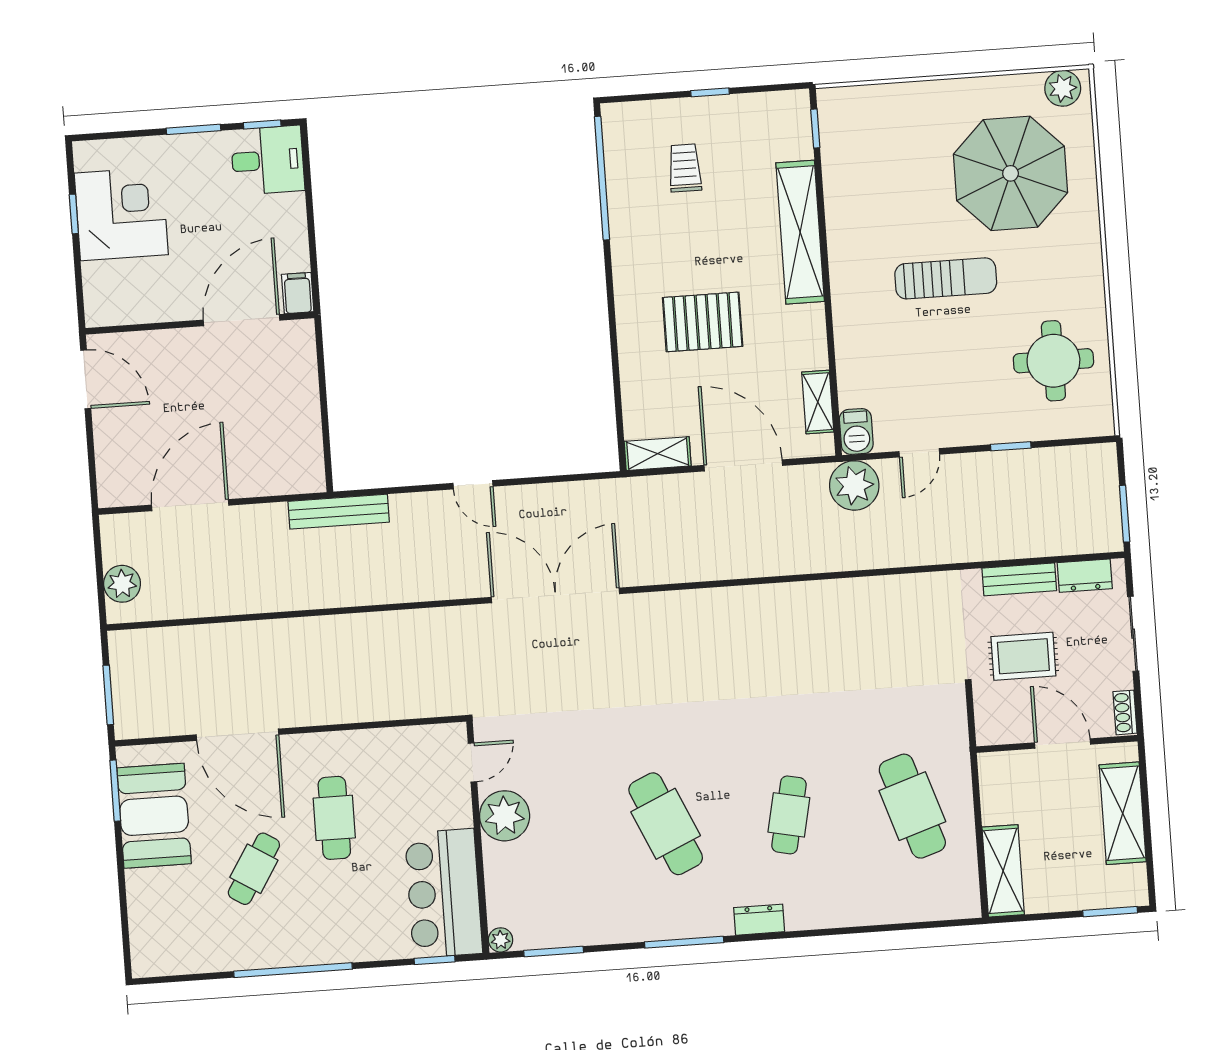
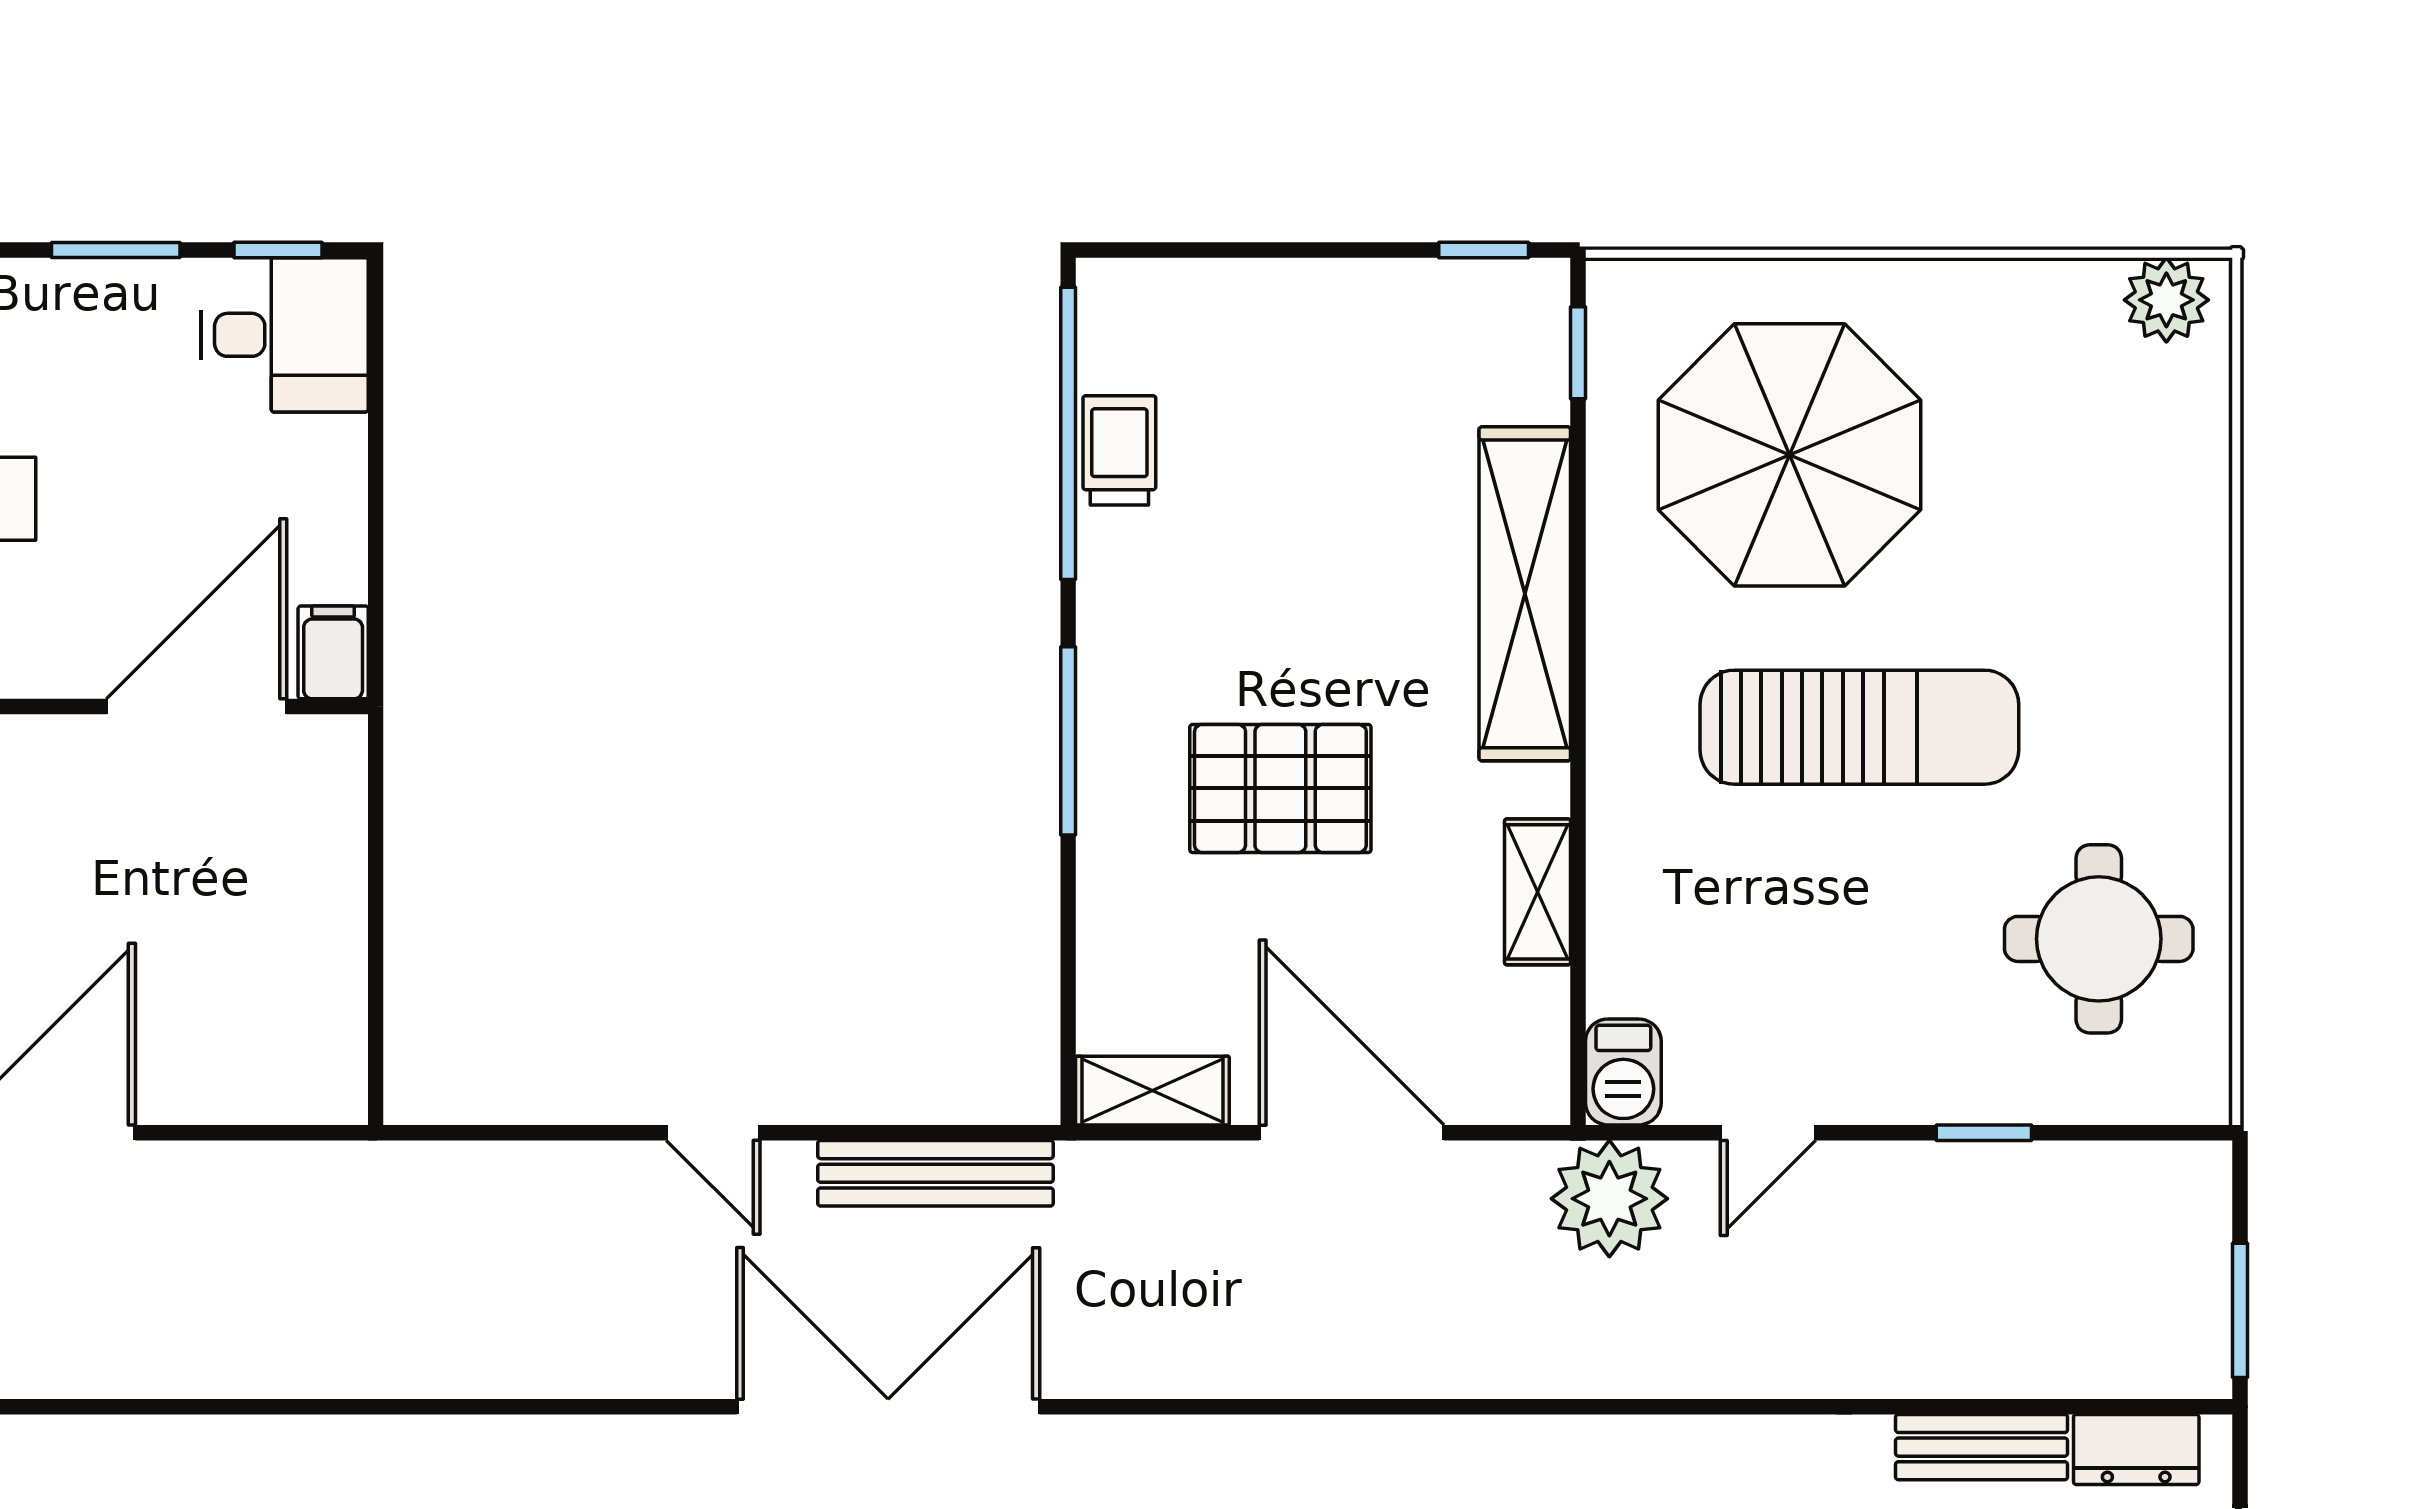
window: (710, 92) -> (1484, 250), moved
trolley: (685, 168) -> (1119, 450), moved
parasol: (1011, 173) -> (1789, 455), moved
sun lounger: (946, 278) -> (1859, 727), width x1.36, depth x1.34
window: (611, 308) -> (1068, 741), added
shelving: (818, 402) -> (1538, 892), moved
bench: (339, 512) -> (935, 1173), moved

